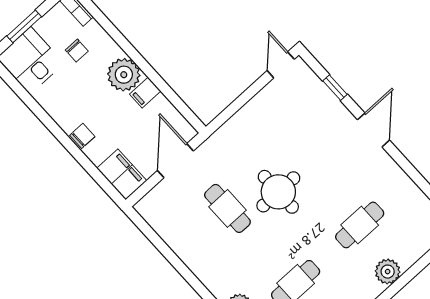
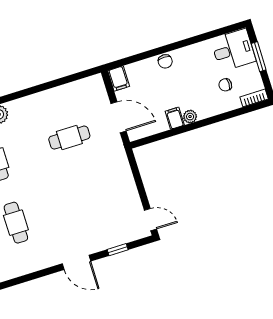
plant: (124, 75) -> (190, 117), width x0.53, depth x0.53
filing cabinet: (122, 174) -> (119, 79), width x0.50
round table: (278, 192) -> (64, 178), removed

